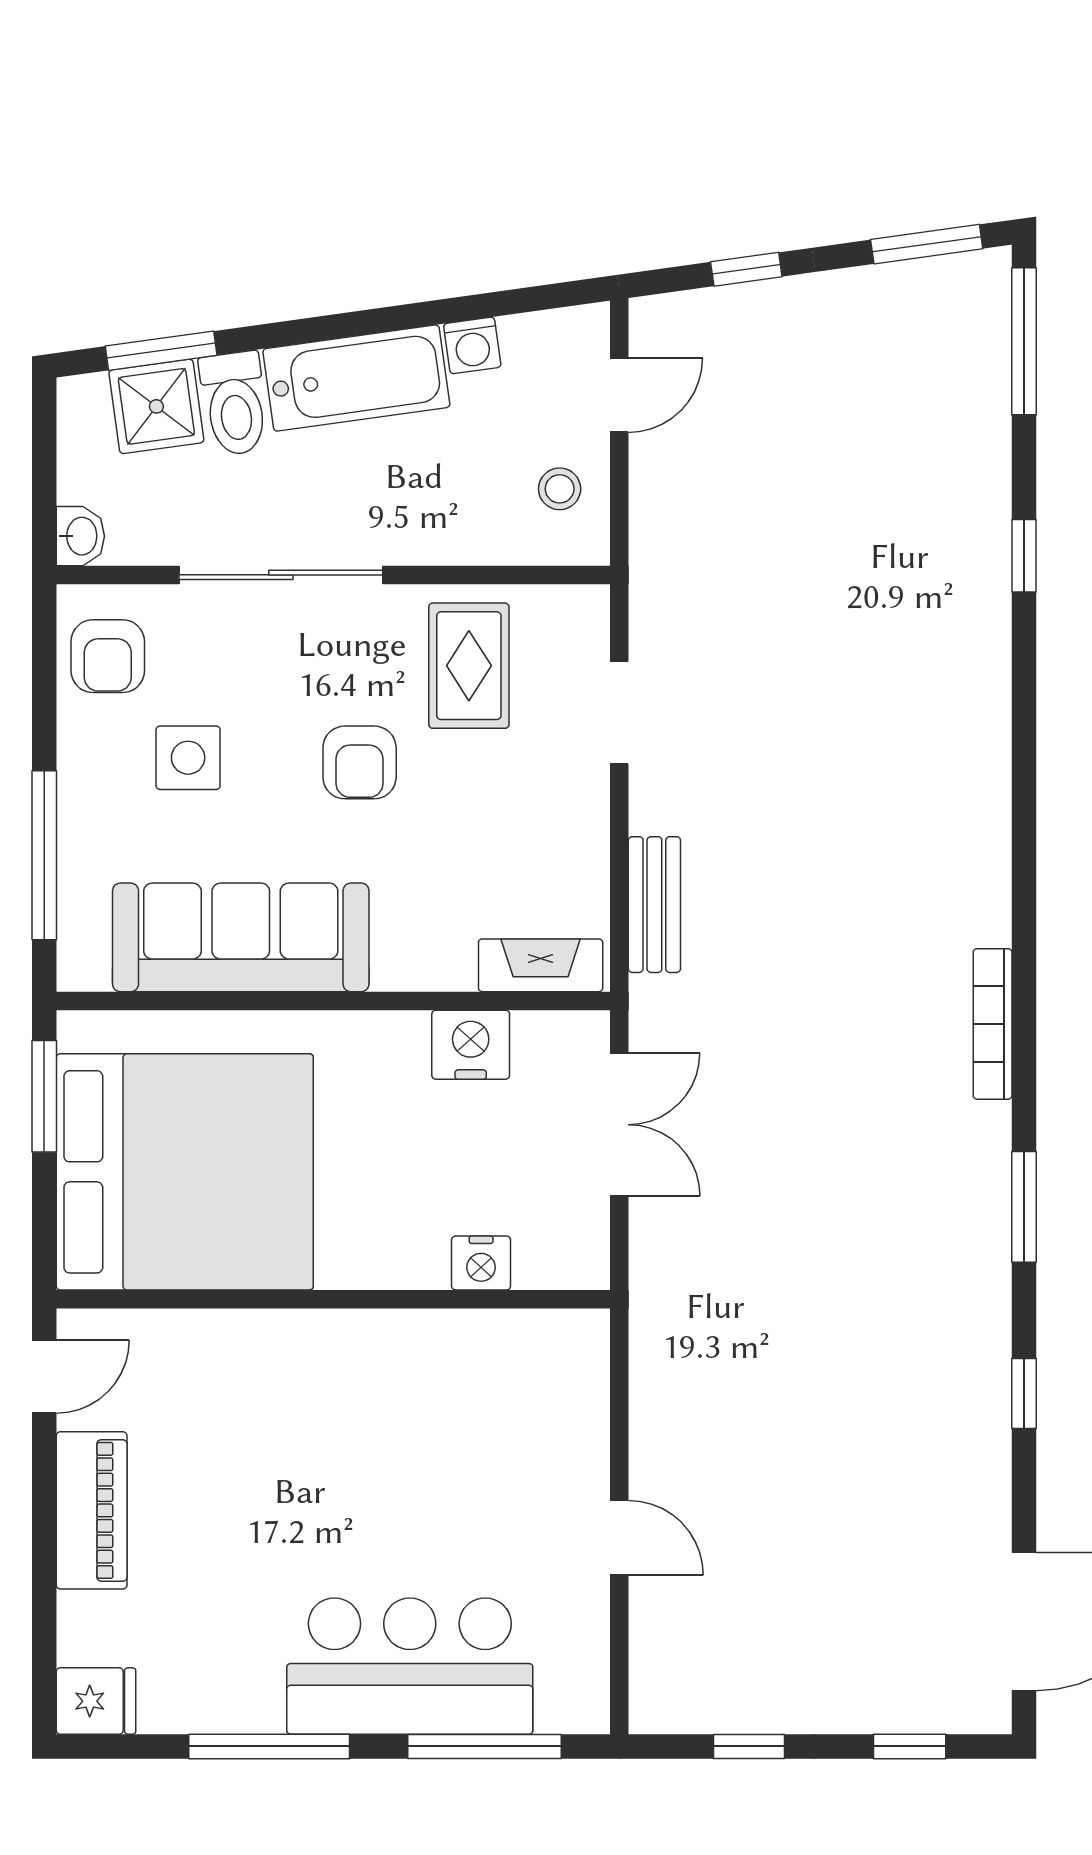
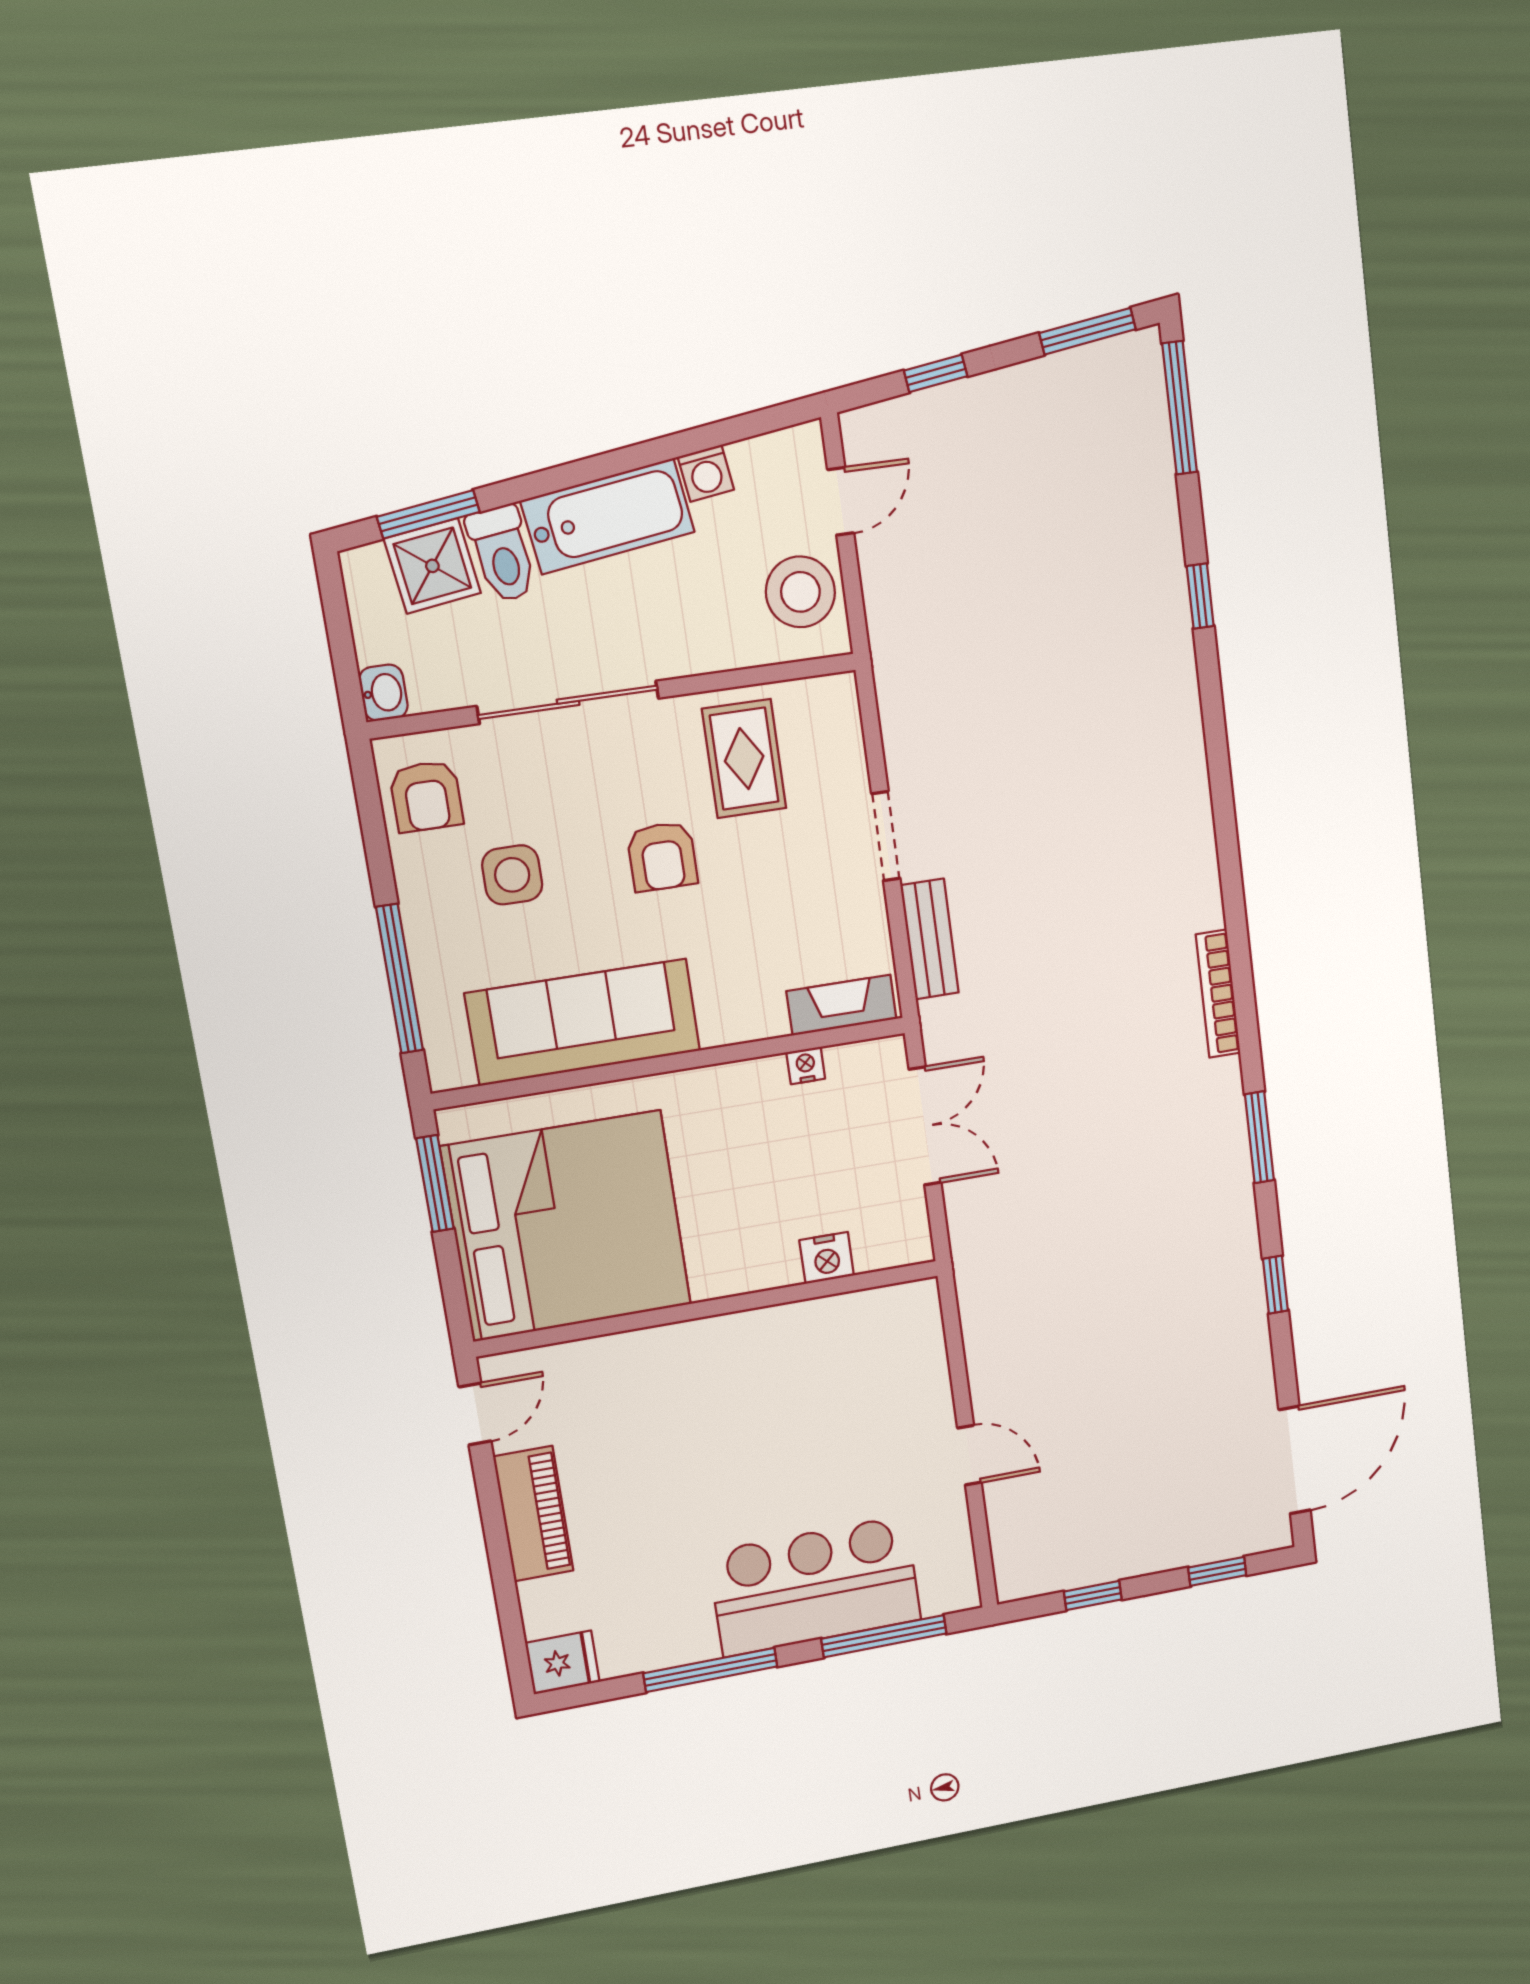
stool: (560, 489) -> (800, 592), width x1.89, depth x1.89
doorway: (619, 713) -> (886, 836), moved
nightstand: (471, 1045) -> (806, 1065), width x0.53, depth x0.56

